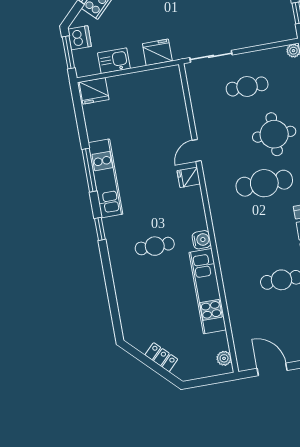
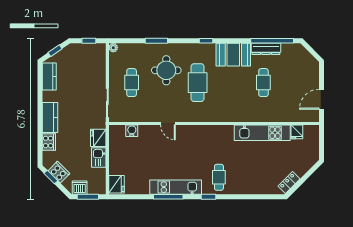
kitchen sink: (114, 61) -> (99, 158), moved
fridge: (189, 177) -> (297, 132), moved
water cooler: (202, 240) -> (132, 131), moved
cafe table: (155, 246) -> (219, 177), moved
locker: (161, 357) -> (289, 183), moved
plant: (224, 358) -> (309, 130), removed

